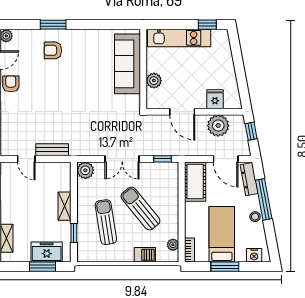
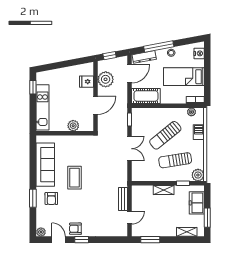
sofa: (128, 64) -> (45, 165), moved, turned -90
coffee table: (82, 82) -> (75, 178), added
plant: (85, 170) -> (198, 175), moved
window: (43, 267) -> (207, 218), moved
window: (225, 267) -> (207, 74), removed

